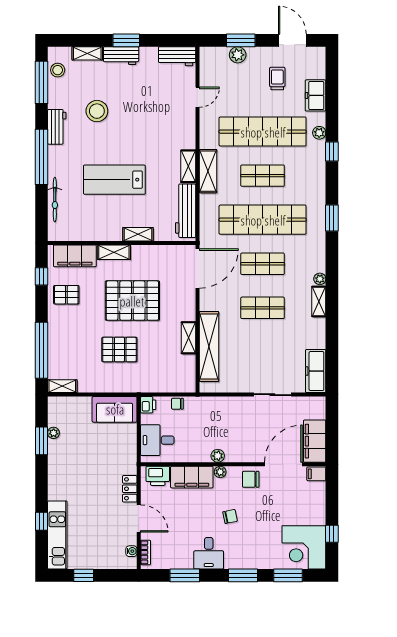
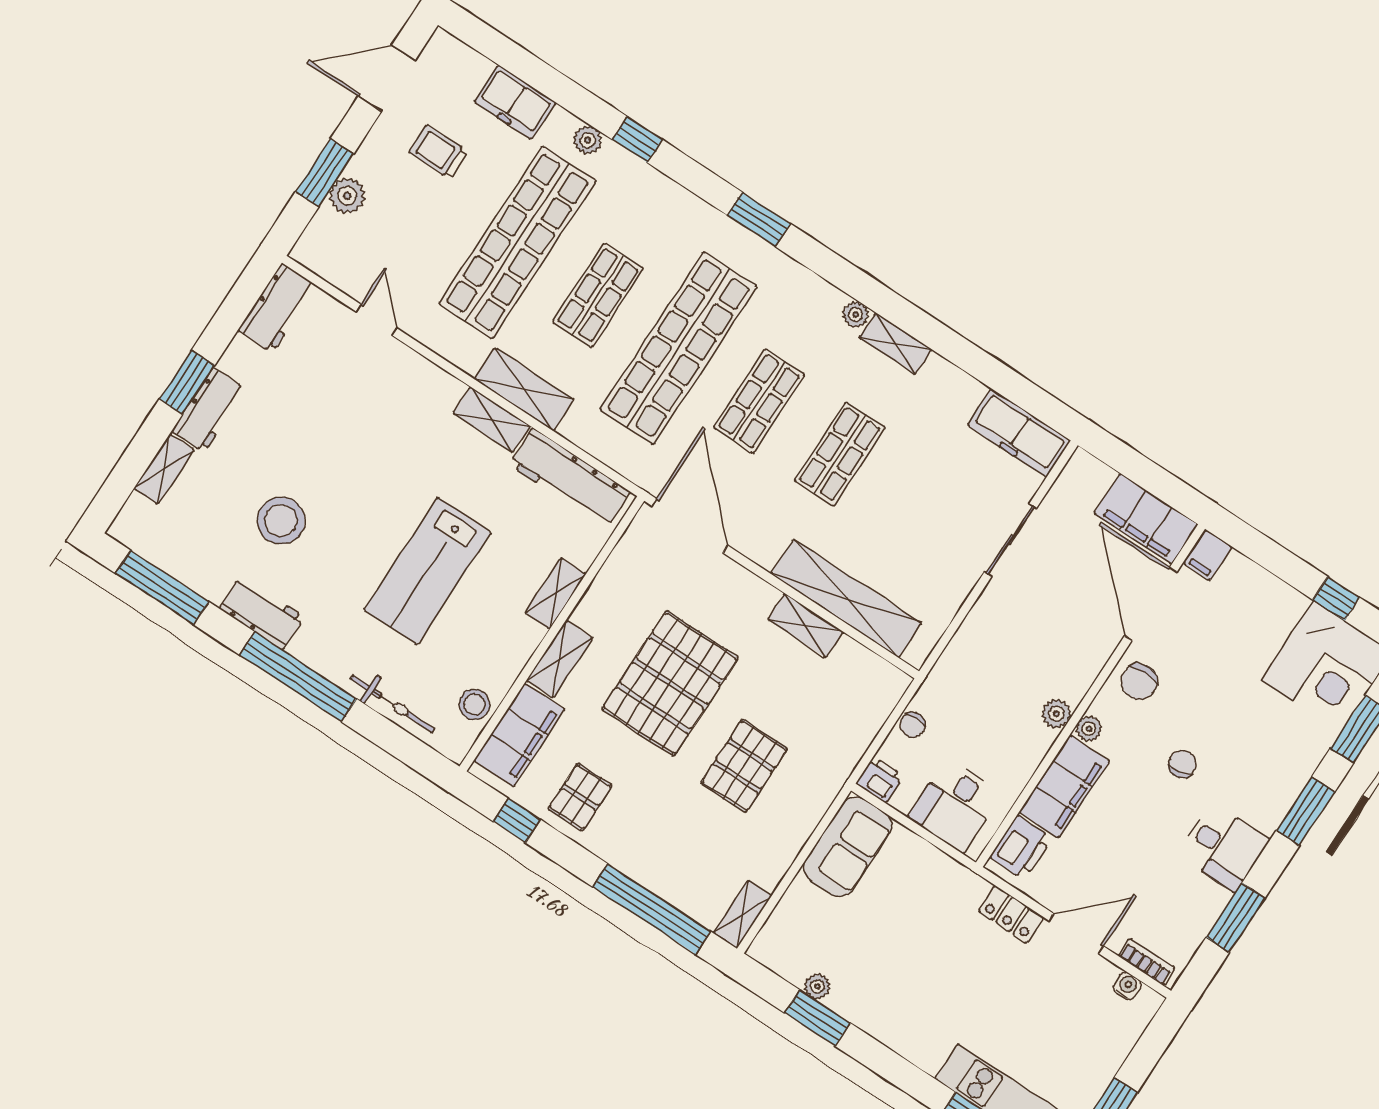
stool: (58, 70) -> (474, 704), moved

